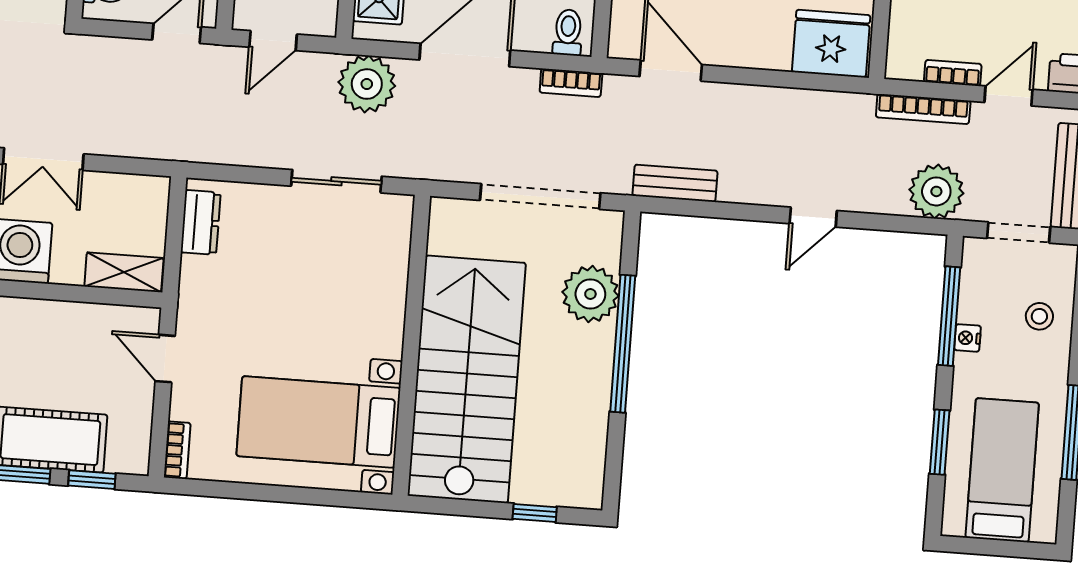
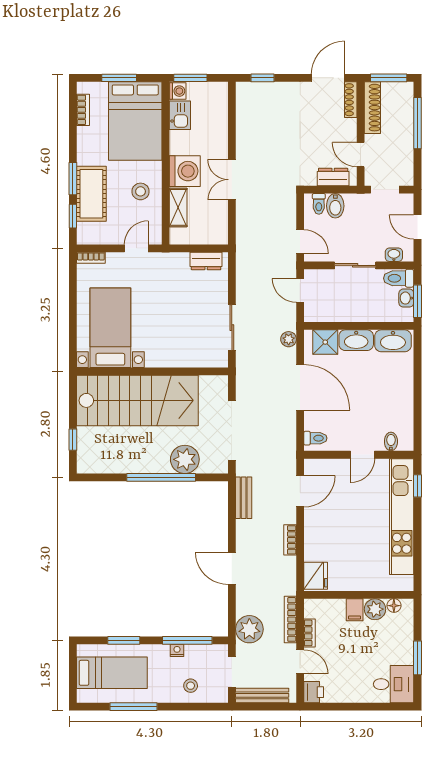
fridge: (831, 44) -> (316, 576), width x0.73, depth x0.75
bookcase: (571, 83) -> (290, 540), moved
plant: (367, 84) -> (289, 339), width x0.53, depth x0.53
door: (813, 217) -> (232, 568), width x1.38
shelving: (124, 272) -> (178, 207), moved
stool: (53, 342) -> (141, 191), added

